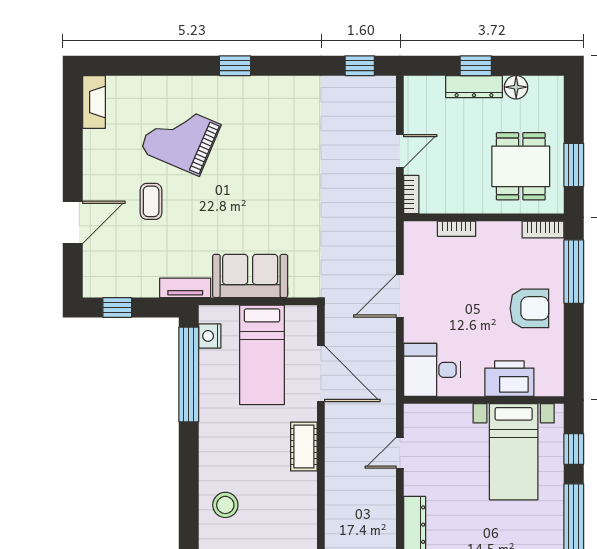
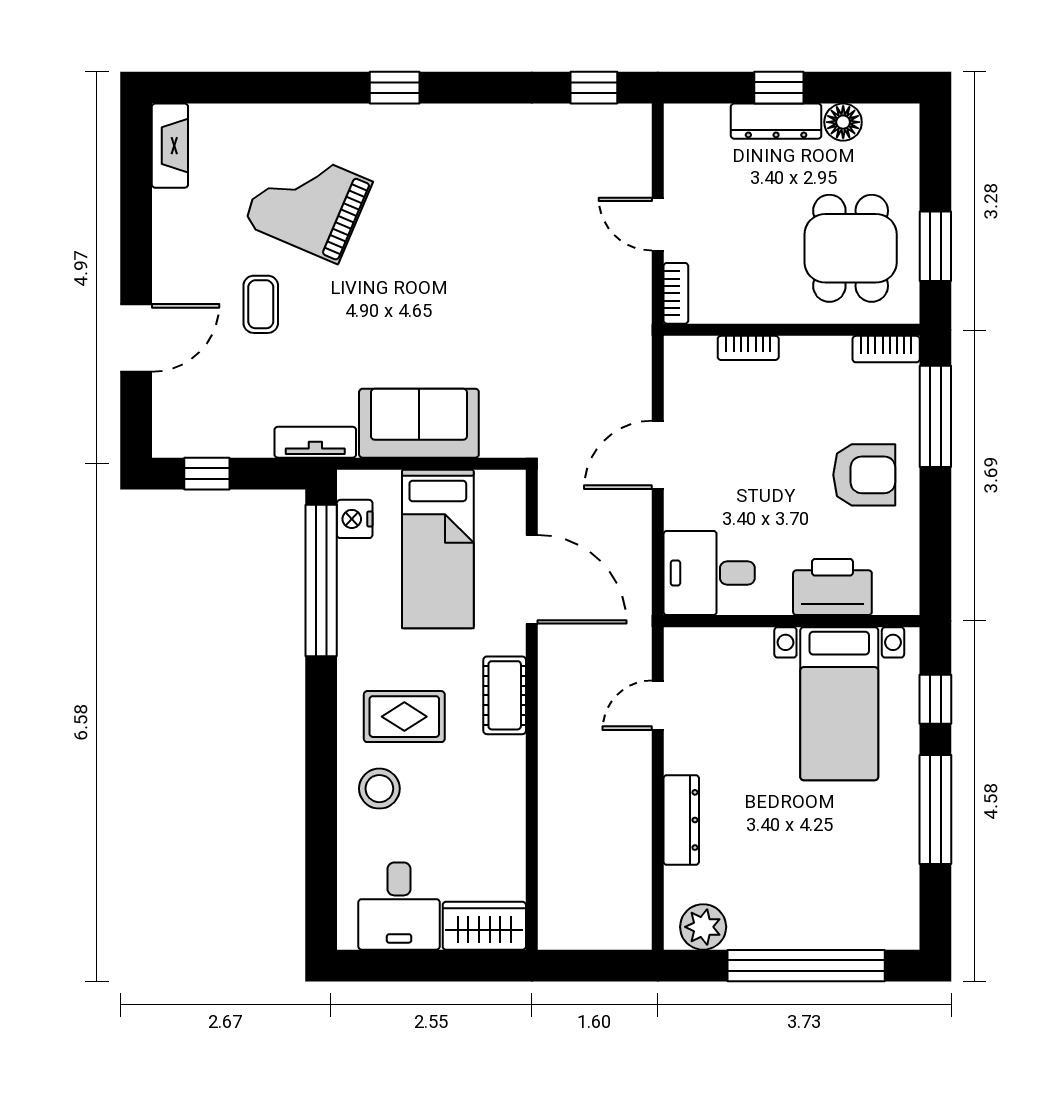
door: (400, 151) -> (658, 224), swing flipped
rug: (241, 460) -> (404, 717), added

